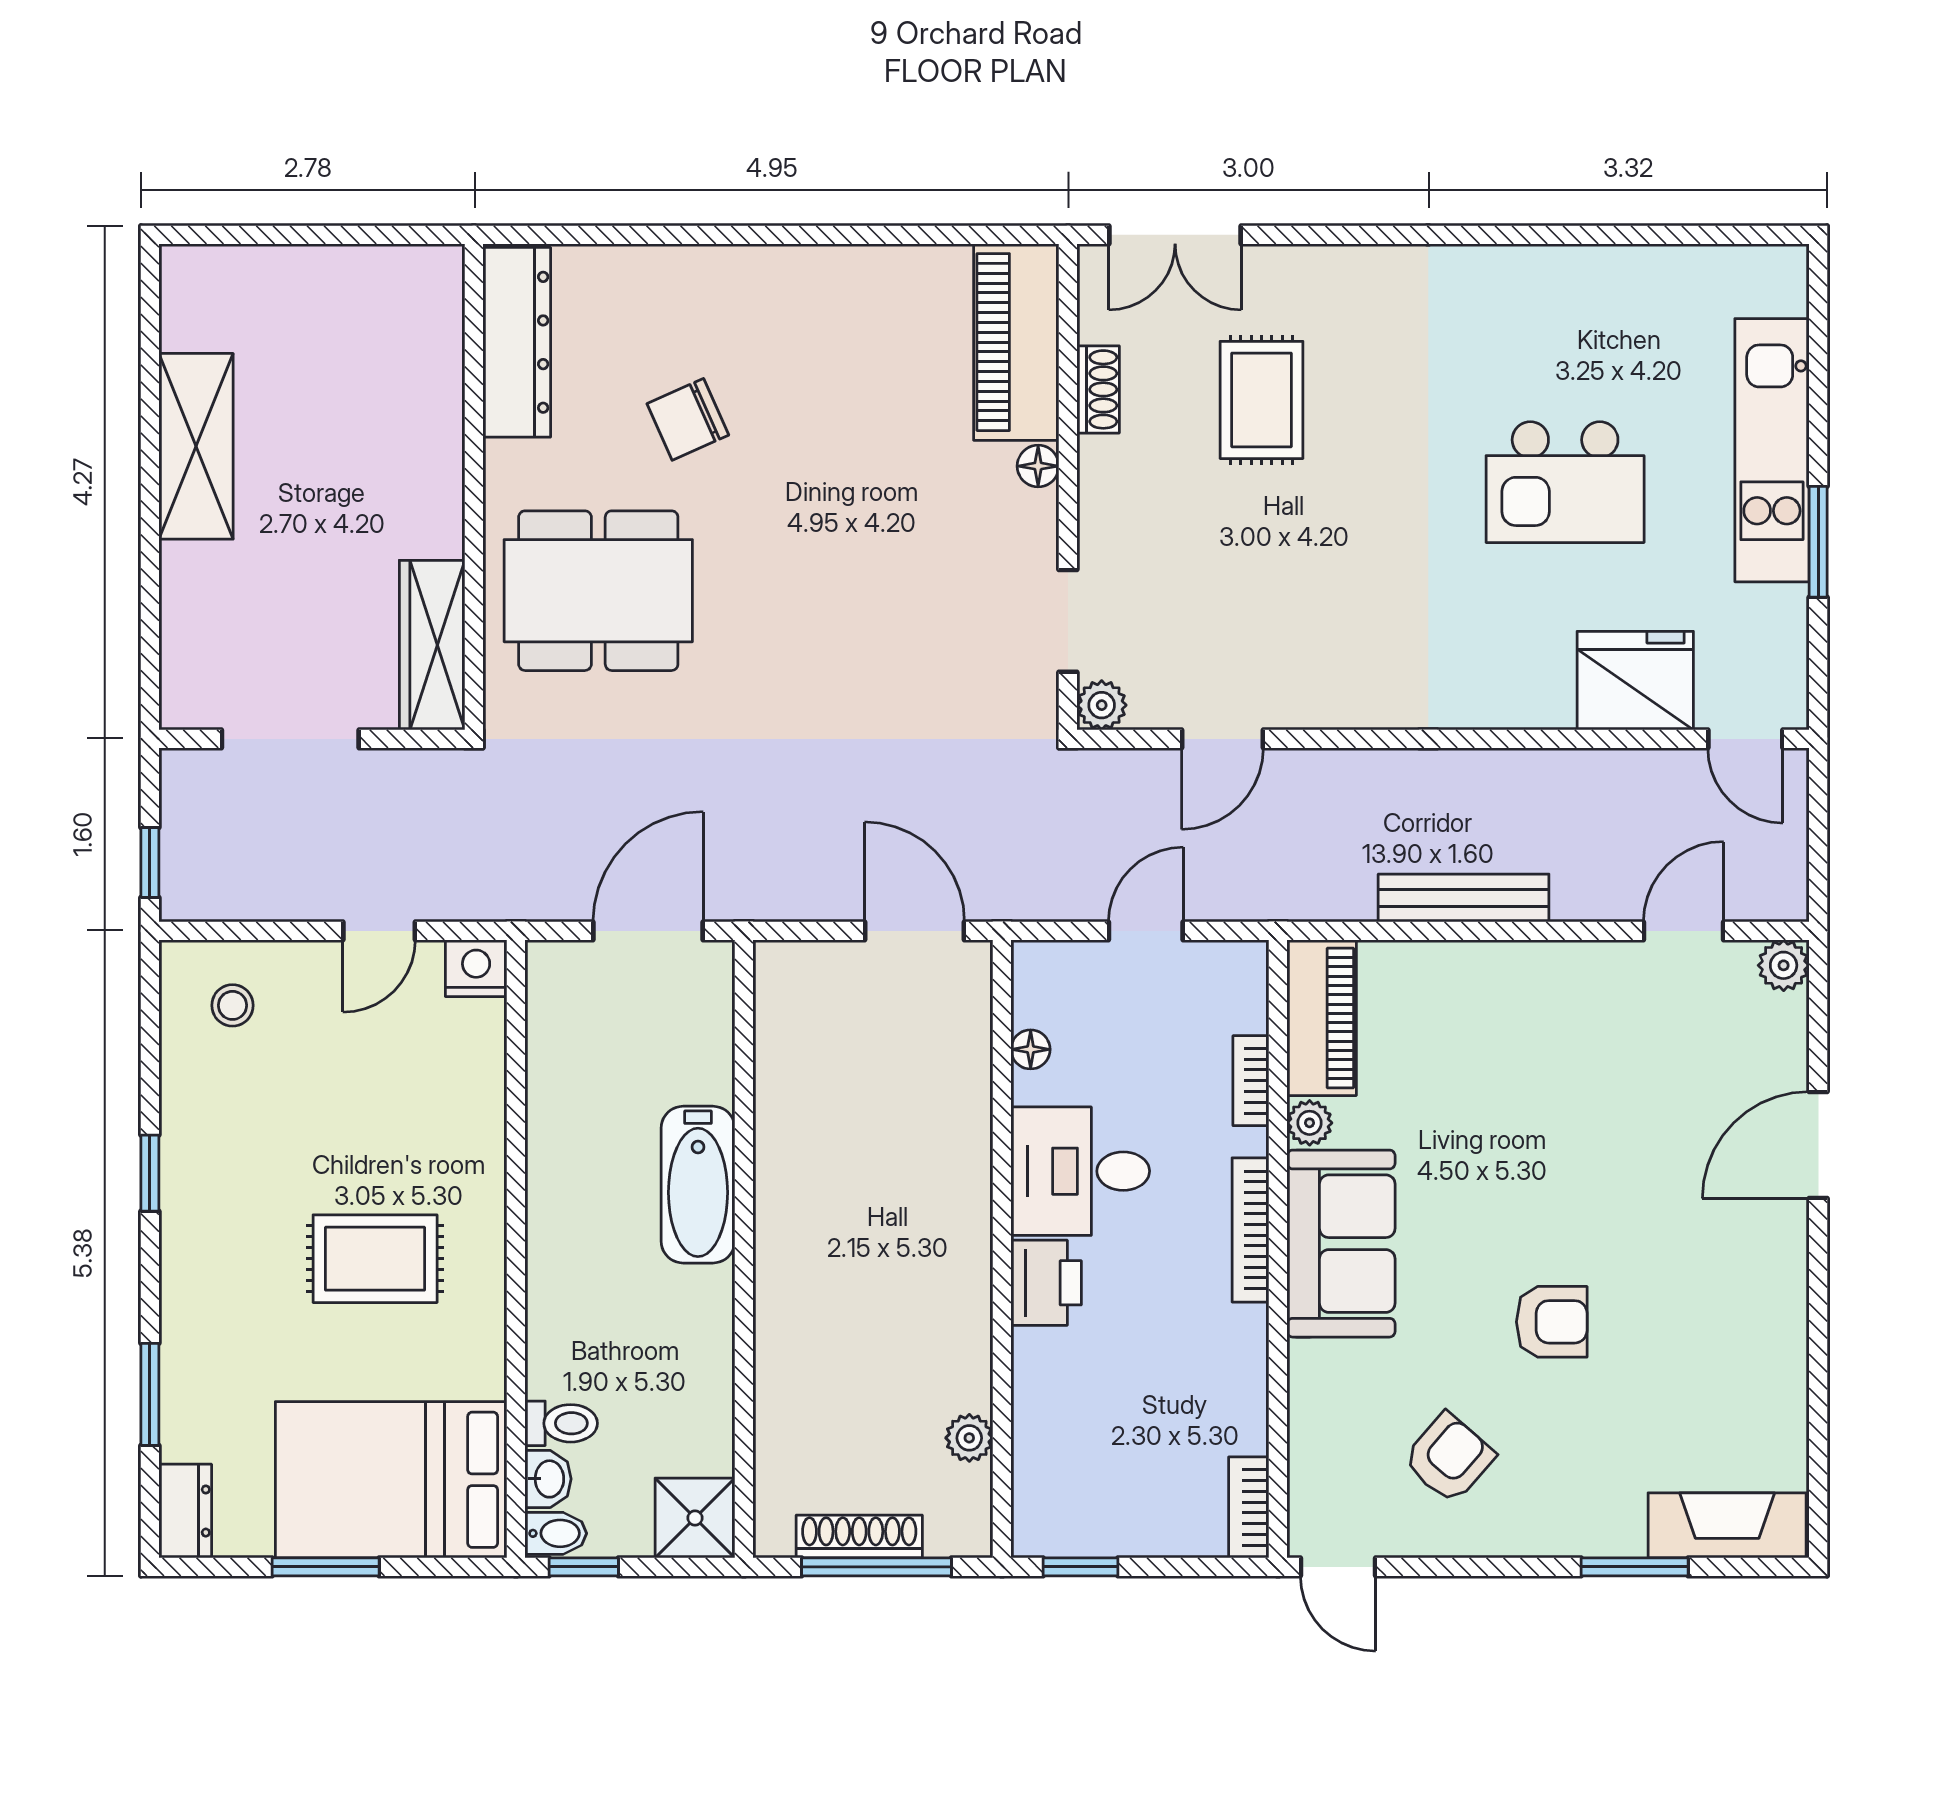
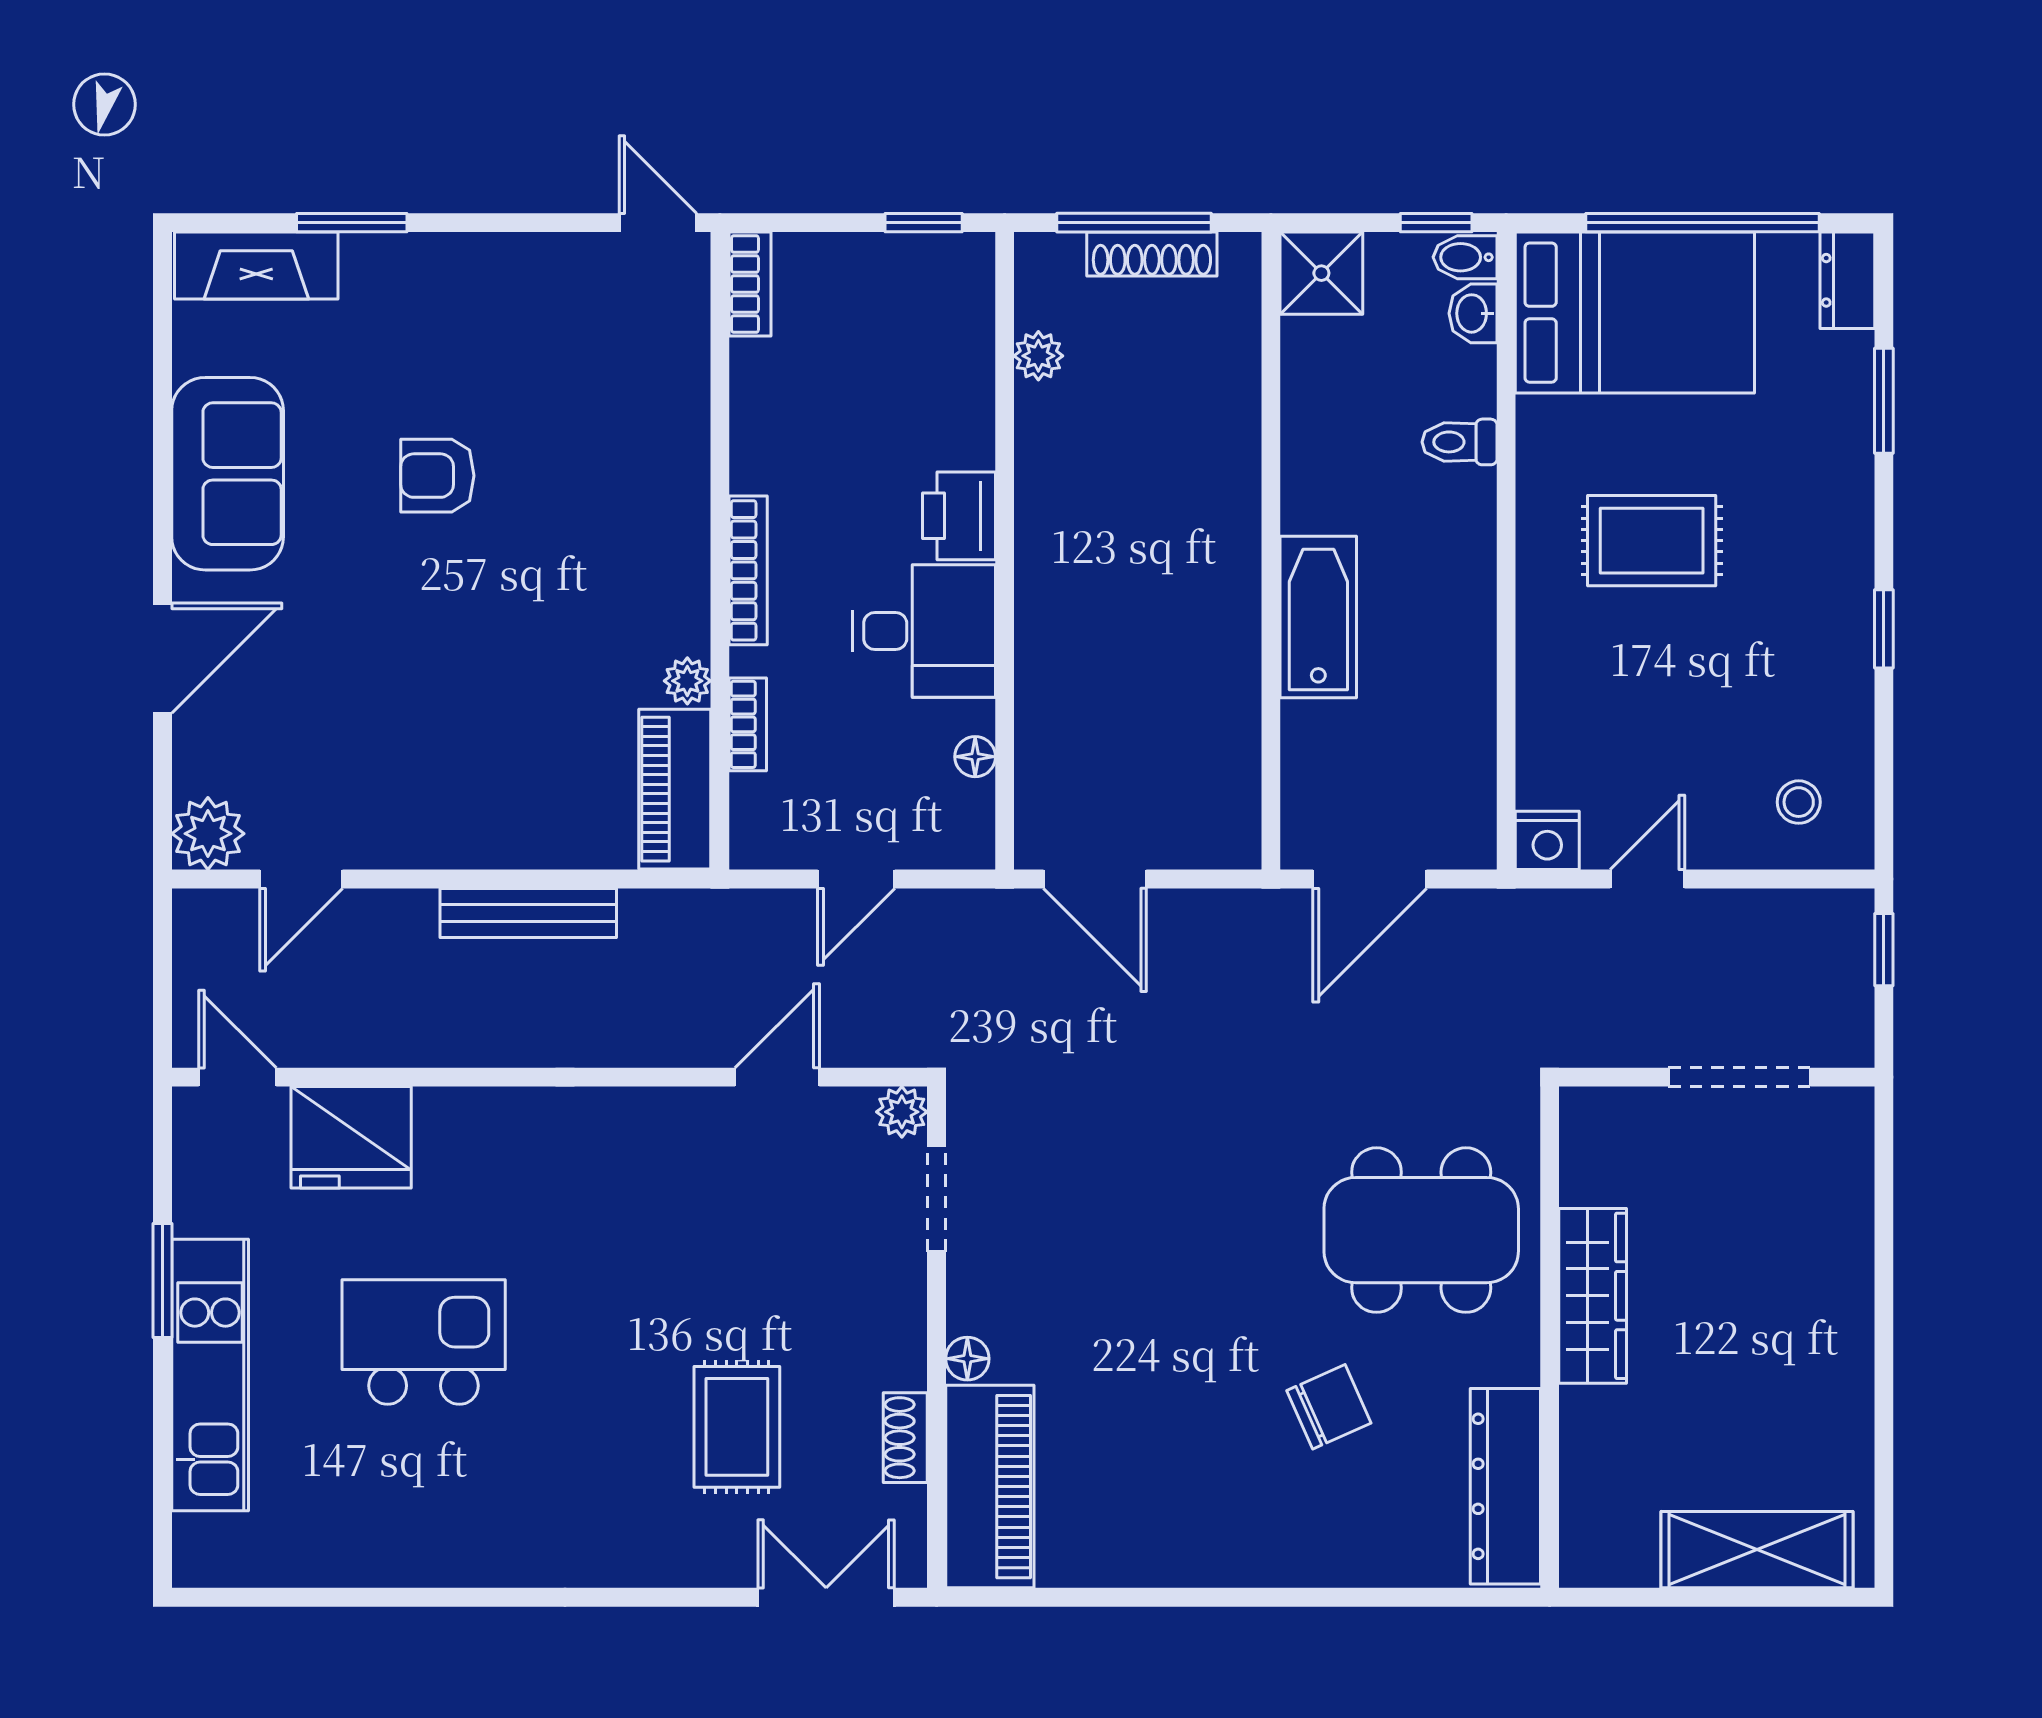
shelving: (196, 446) -> (1757, 1550), moved, turned 90
wardrobe: (432, 645) -> (1593, 1296), moved
plant: (1784, 965) -> (208, 834), width x1.38, depth x1.38
sofa: (1341, 1244) -> (228, 474), moved, turned 180
toilet: (561, 1423) -> (1459, 442), moved
armchair: (1449, 1458) -> (543, 335), removed
window: (326, 1567) -> (1702, 223), width x2.11

